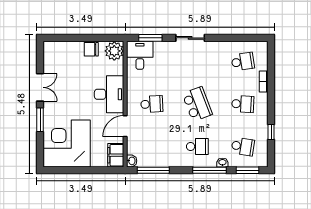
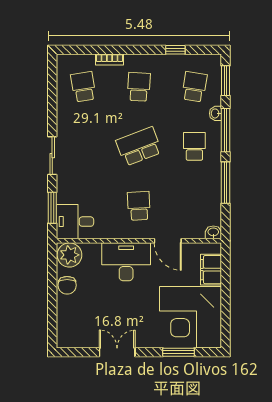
window: (40, 120) -> (179, 352), moved
filing cabinet: (116, 155) -> (211, 270), moved, turned 90
window: (153, 170) -> (225, 183), moved

